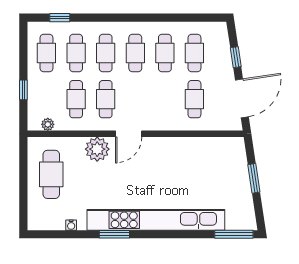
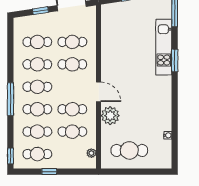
window: (60, 18) -> (10, 156), moved
window: (119, 18) -> (10, 99), added
window: (23, 90) -> (49, 172), moved
cafe table: (165, 99) -> (72, 64), added
kitchen unit: (156, 220) -> (164, 47), width x0.54
window: (114, 234) -> (175, 60), moved

